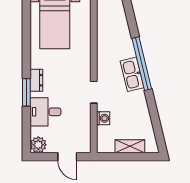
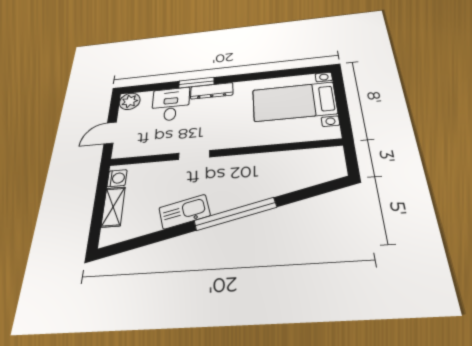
kitchen sink: (132, 74) -> (184, 212), moved
dresser: (36, 80) -> (212, 91), width x1.44
washing machine: (103, 118) -> (117, 178), moved, turned -90

